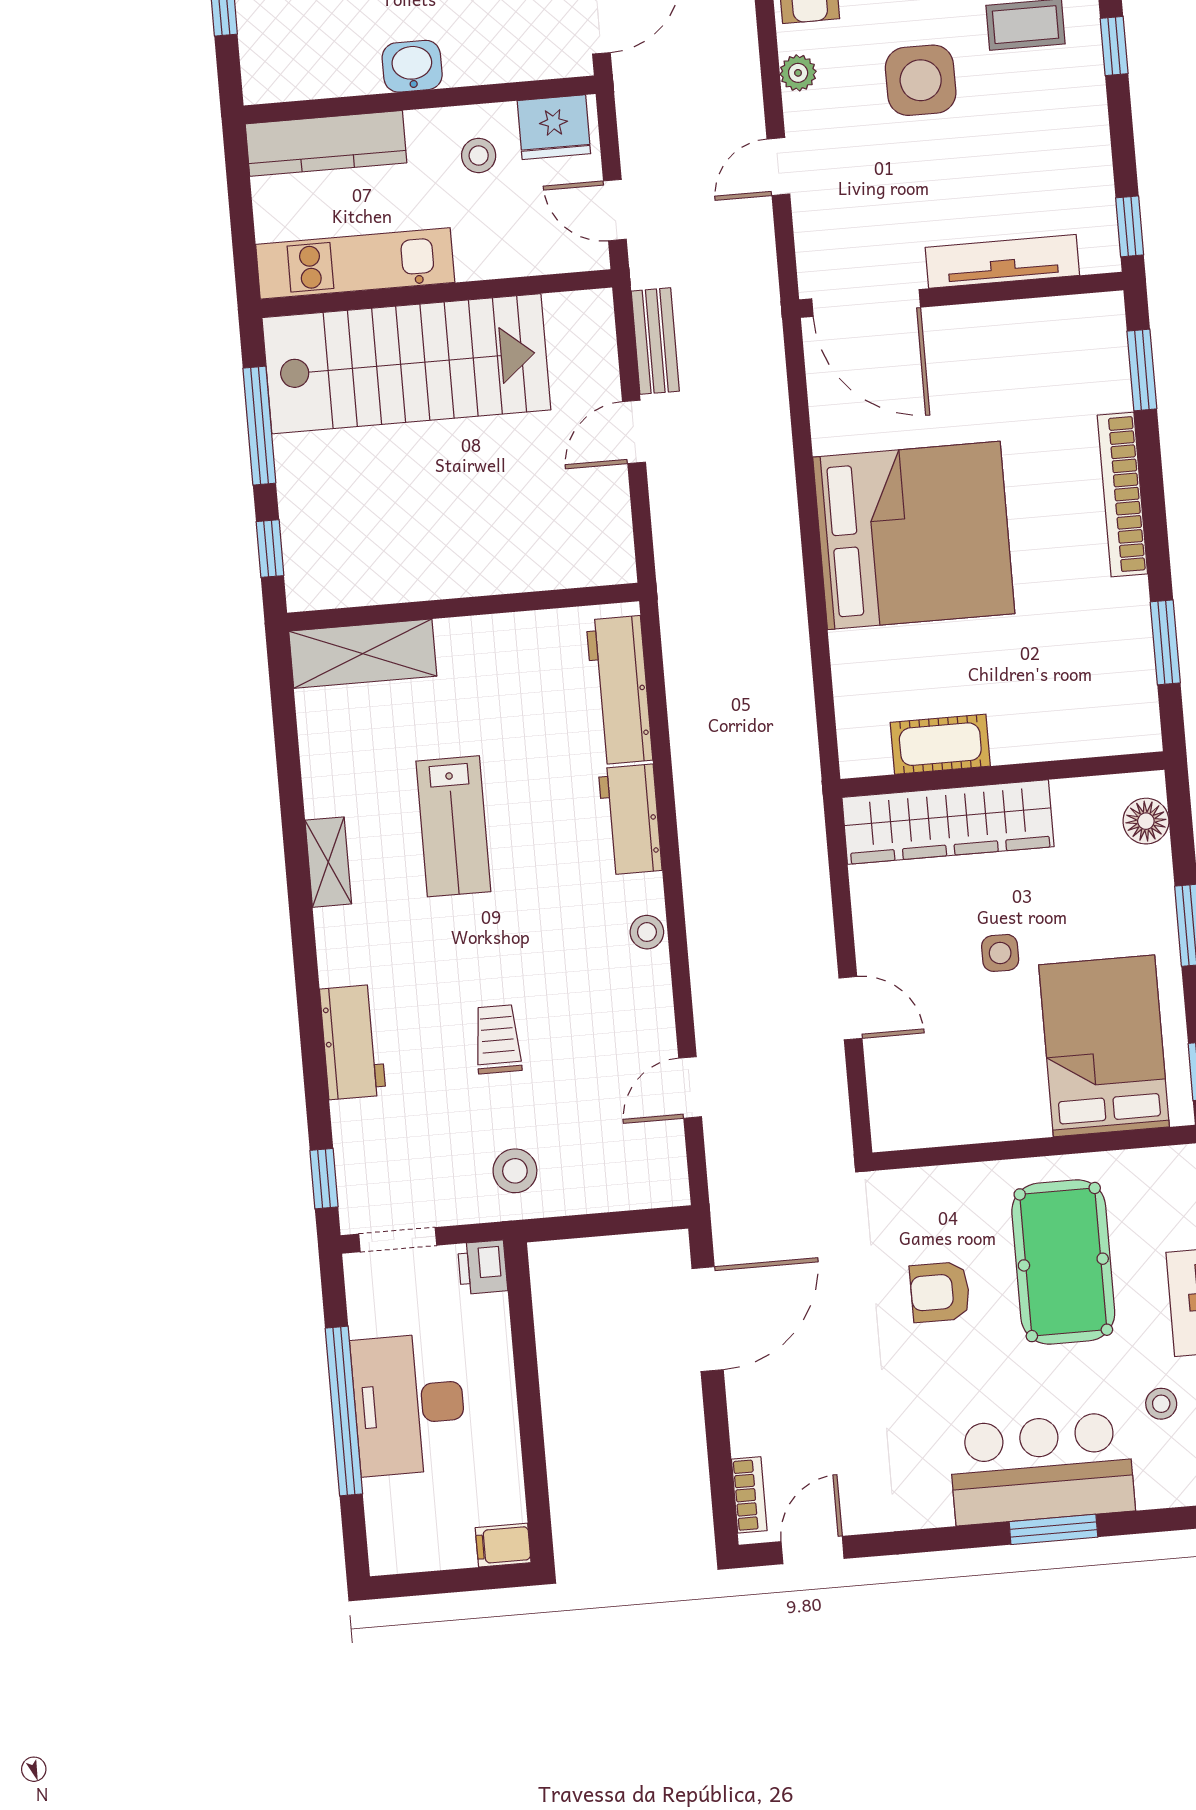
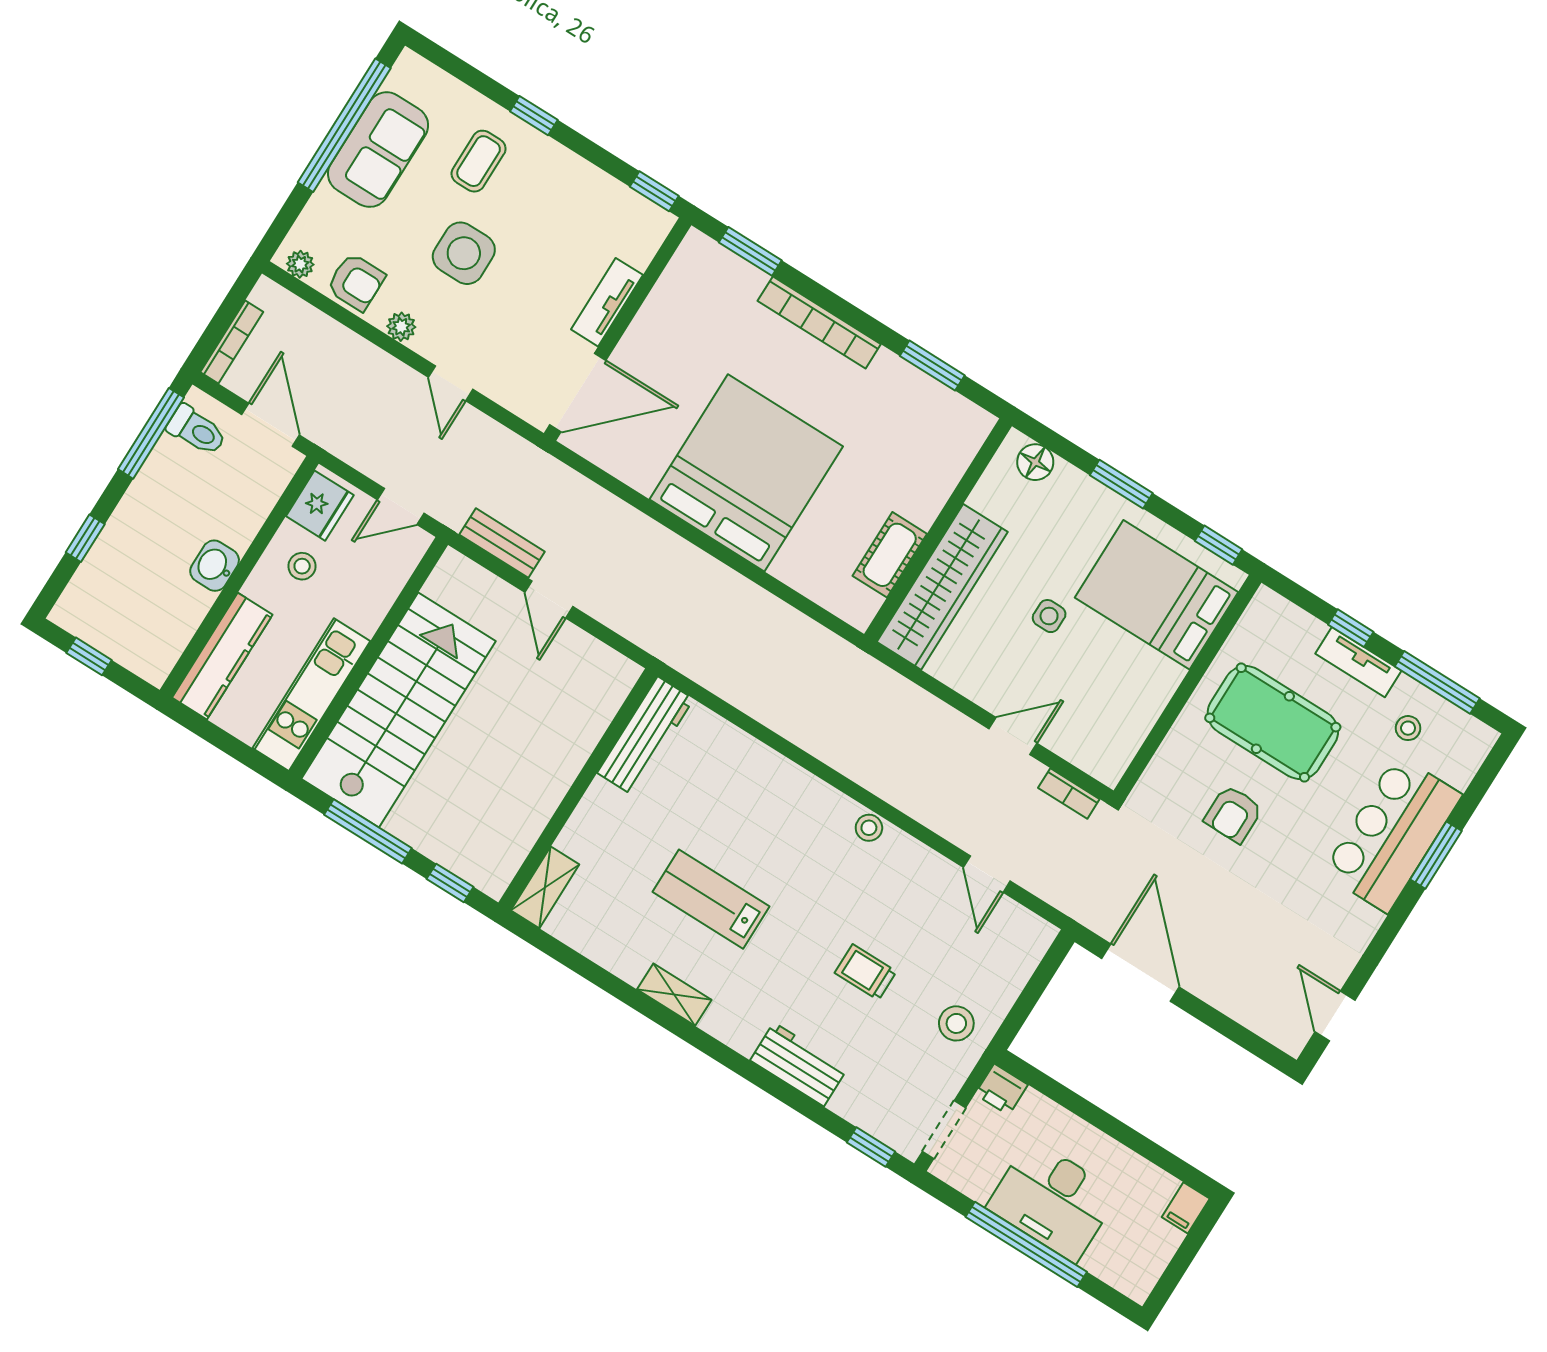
tv unit: (1002, 261) -> (607, 302), width x0.71
shelving: (363, 654) -> (545, 887), width x0.67, depth x0.75
workbench: (619, 690) -> (645, 736), moved, turned -90
workbench: (630, 819) -> (790, 785), removed
lab bench: (453, 826) -> (711, 899), turned 180
bookcase: (749, 1495) -> (1069, 793), moved, turned 180

